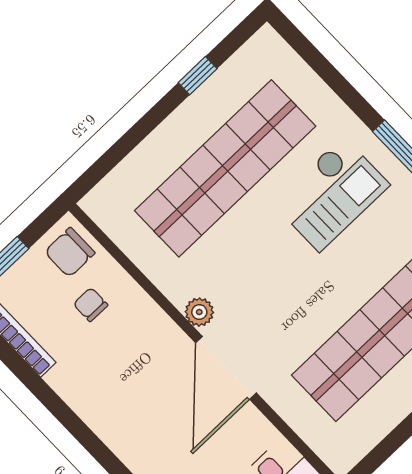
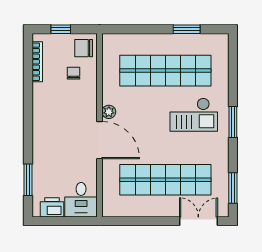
window: (198, 76) -> (187, 29), width x1.50
door: (226, 368) -> (100, 140), swing flipped

